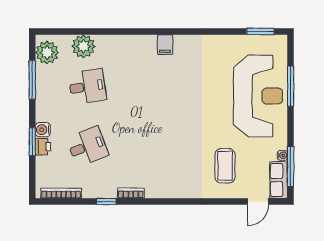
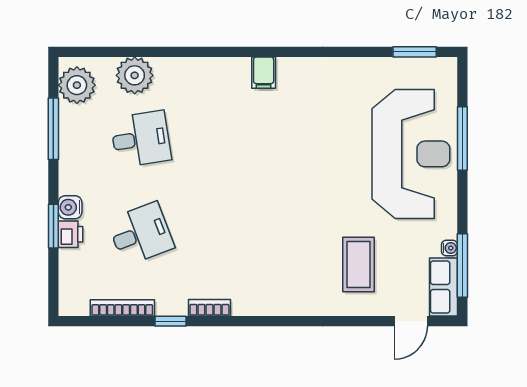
bookcase: (61, 193) -> (122, 308), moved

